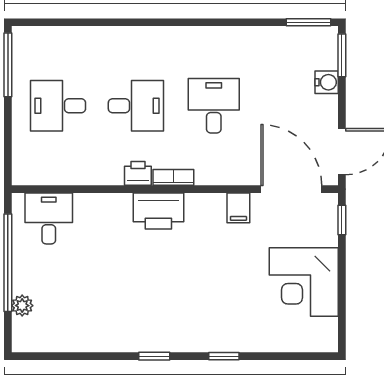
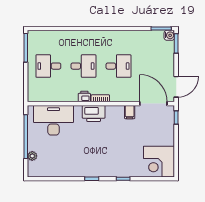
water cooler: (327, 82) -> (169, 35), moved
desk: (214, 106) -> (118, 66), turned 90
desk: (49, 218) -> (53, 120), width x1.87, depth x1.30
corner desk: (304, 282) -> (159, 162), moved

